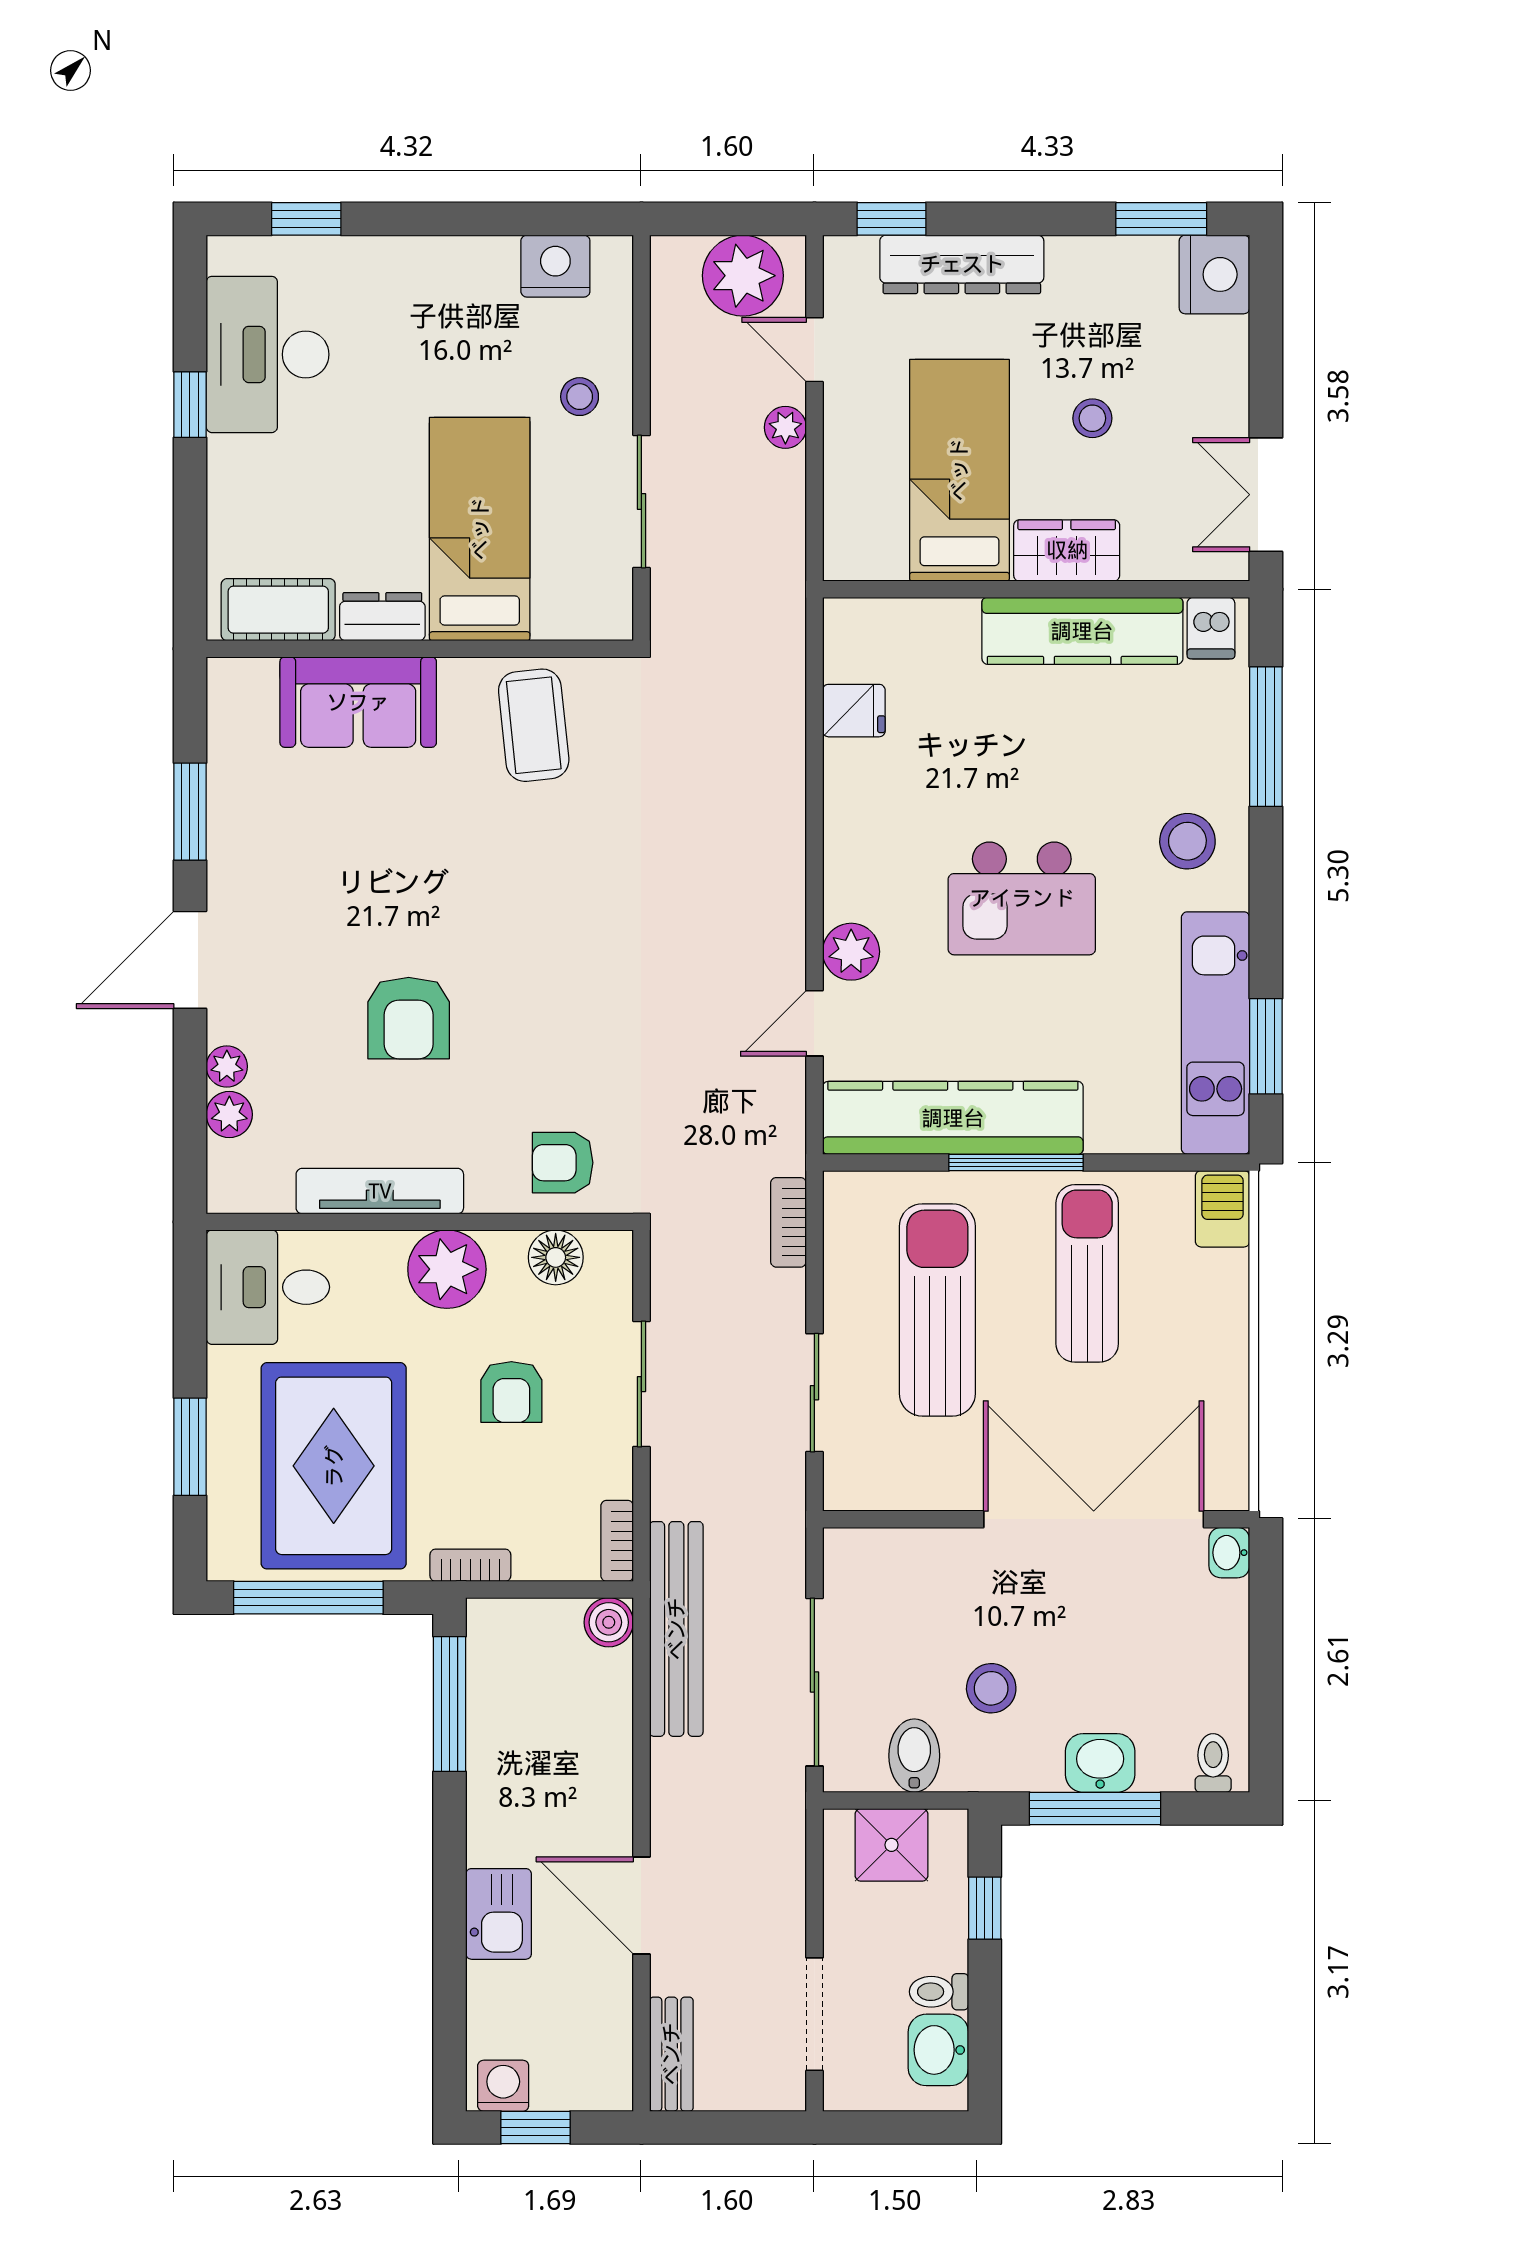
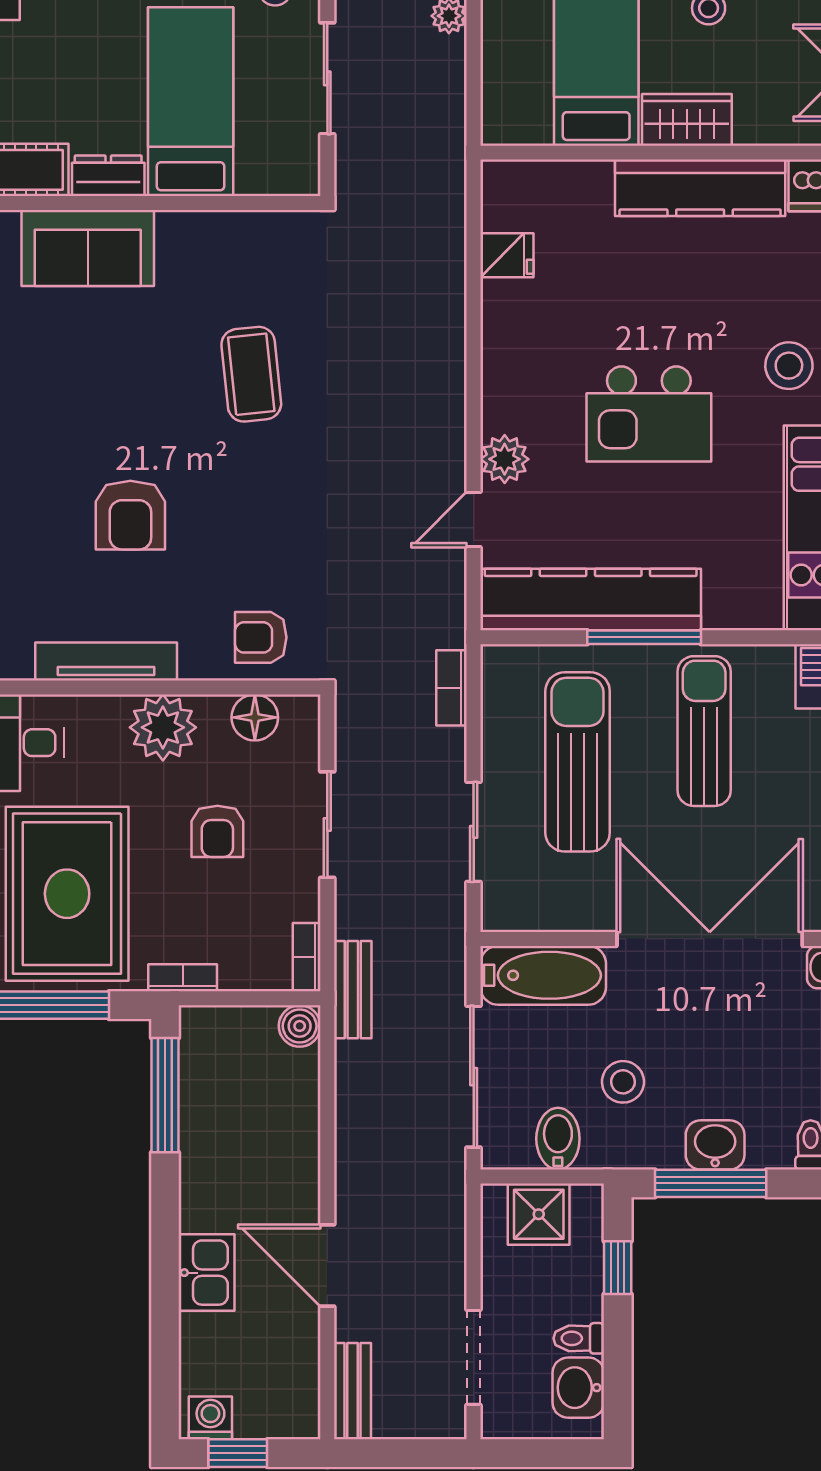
coffee table: (534, 725) -> (251, 374), moved
bathtub: (897, 1562) -> (543, 975), added
bench: (676, 1629) -> (353, 990), width x0.54, depth x0.82

